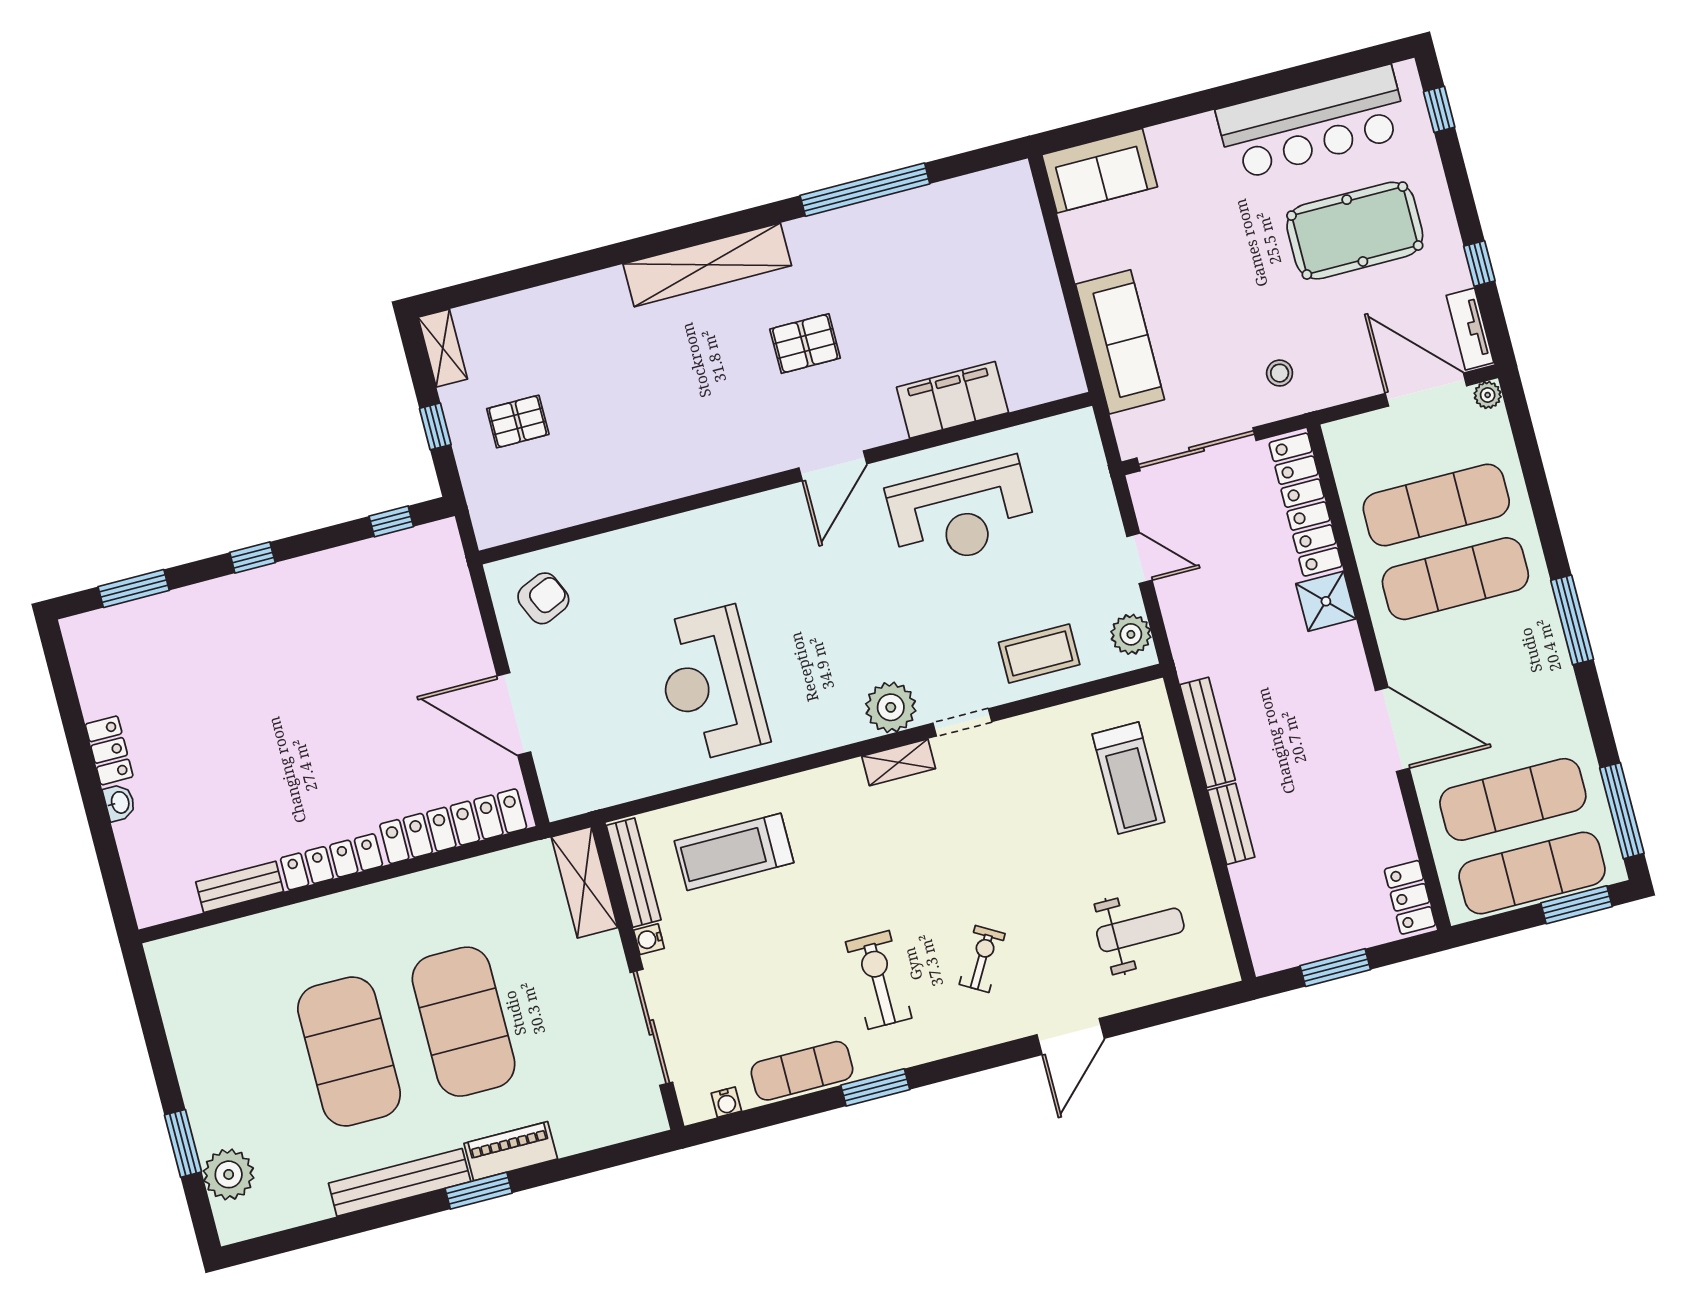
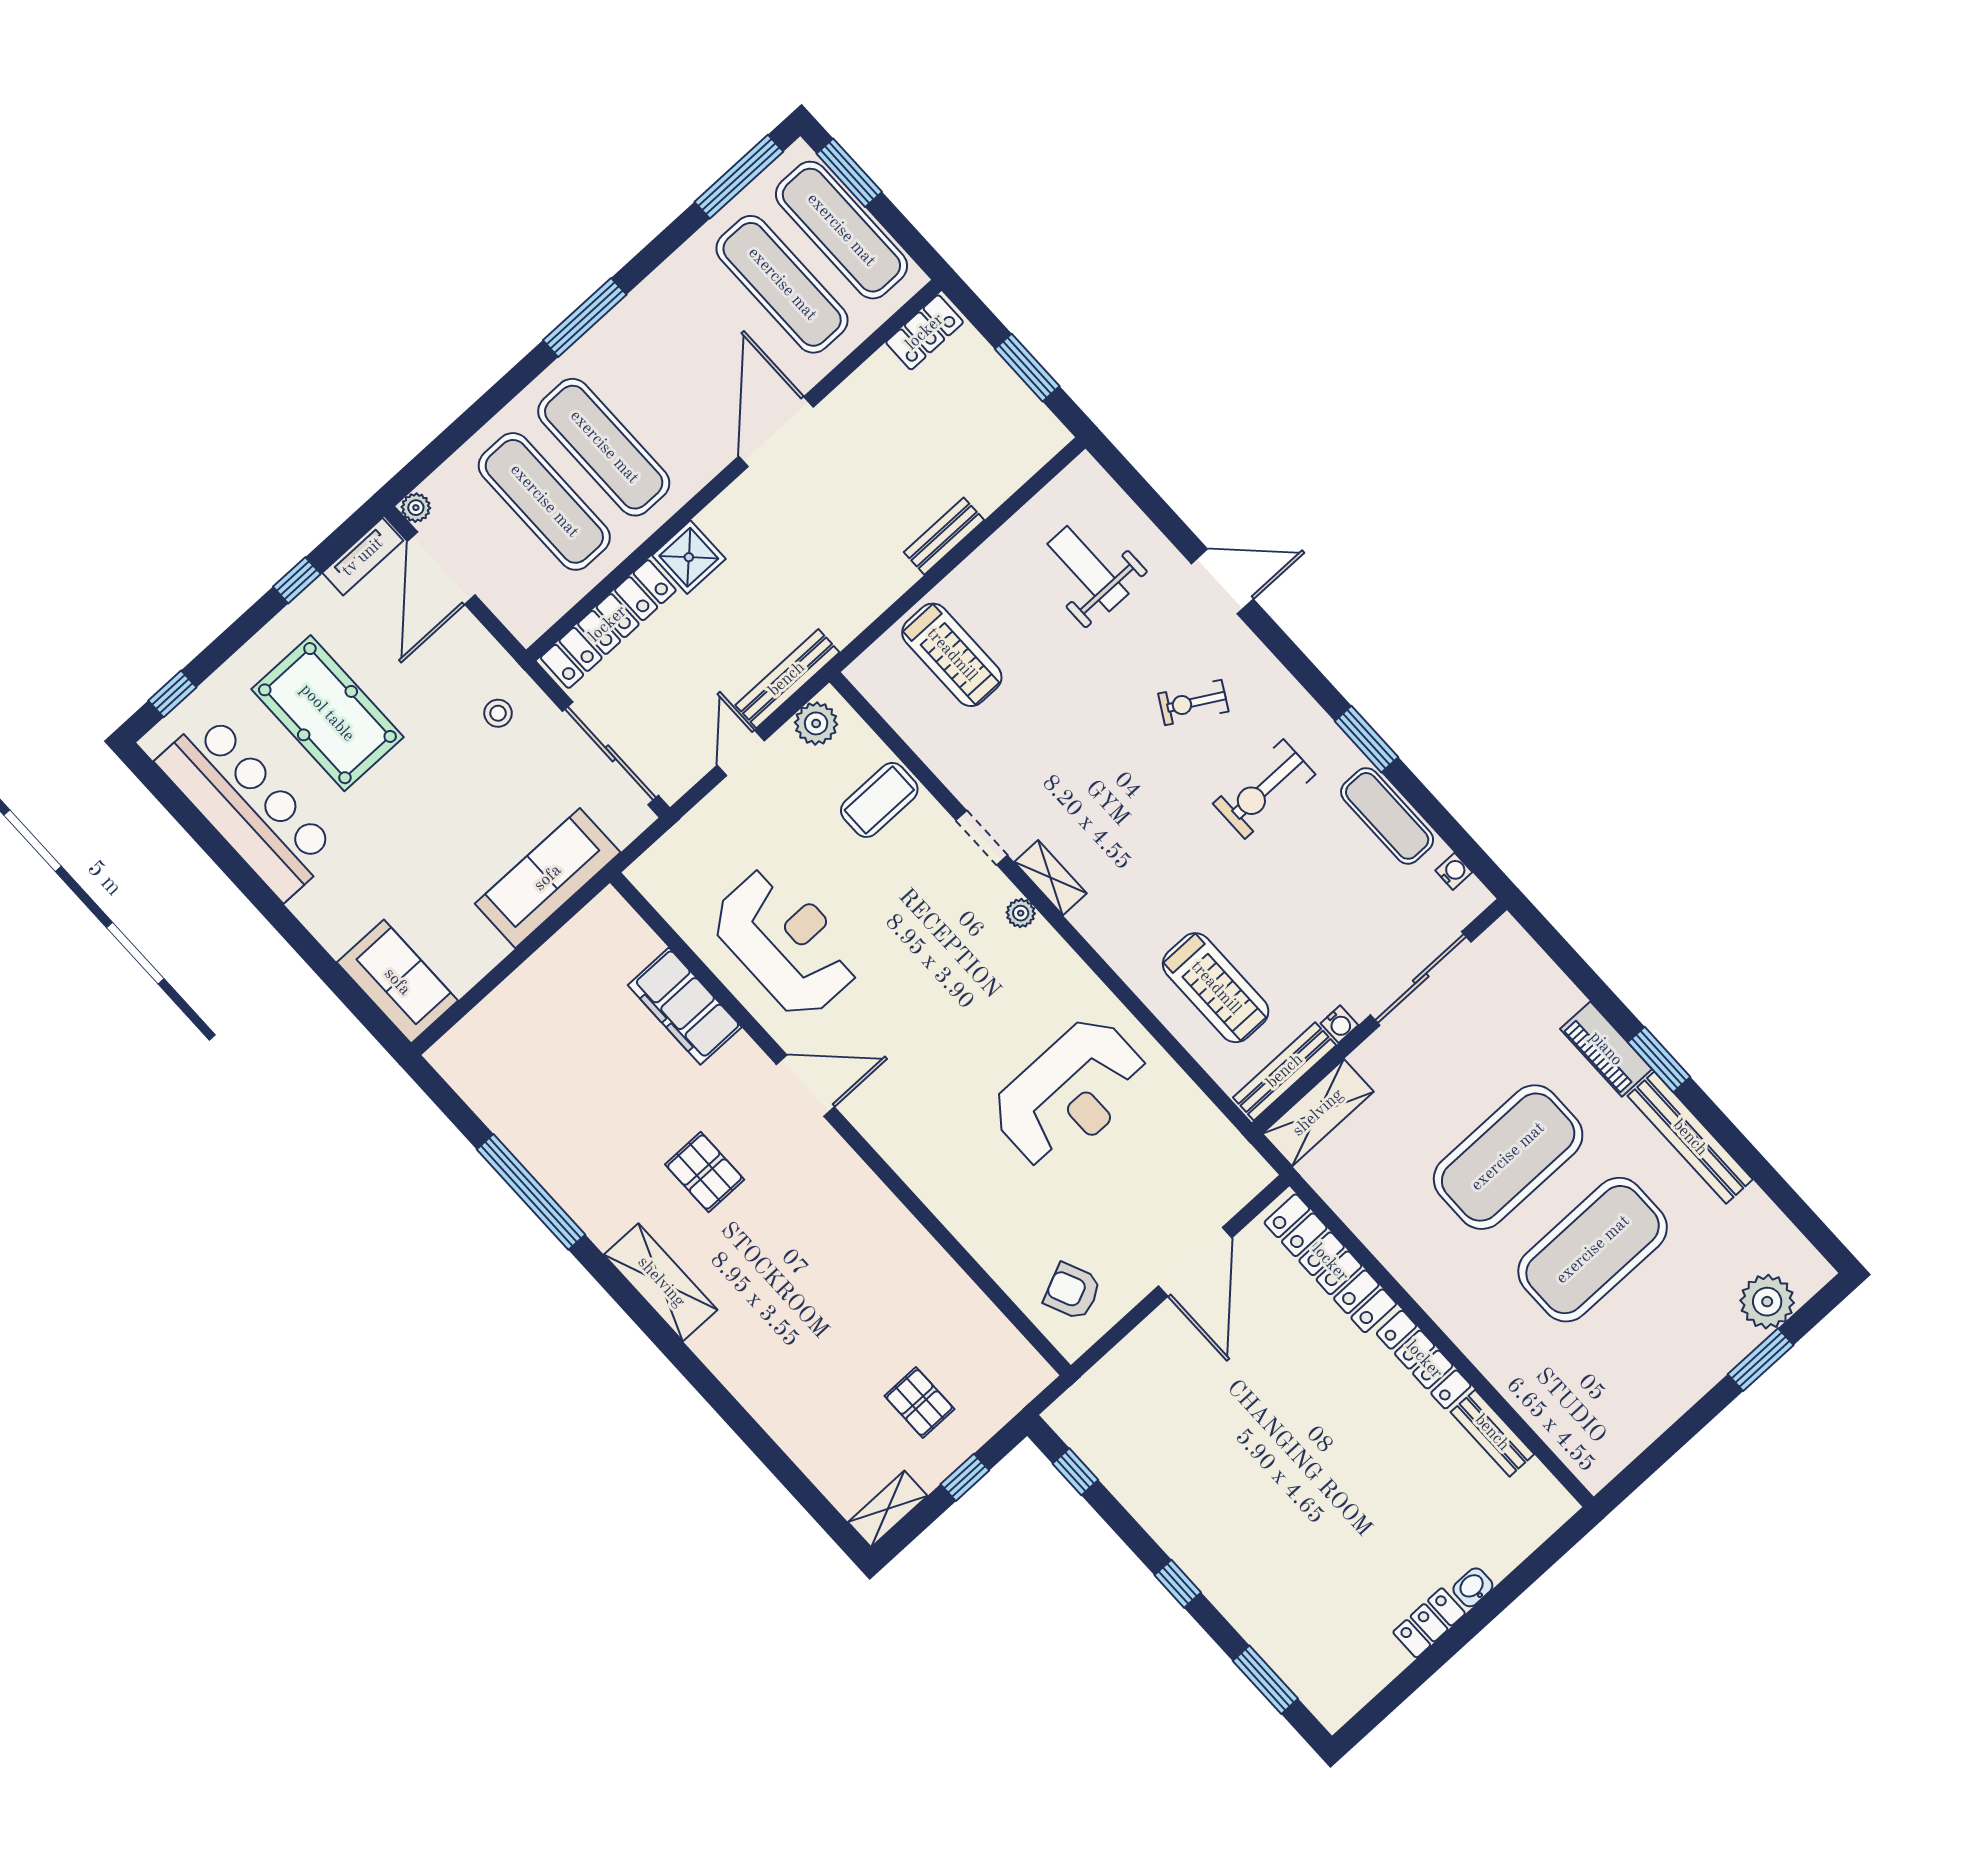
shelving: (707, 265) -> (661, 1282), width x0.68
coffee table: (1039, 653) -> (879, 800), turned 90
plant: (891, 707) -> (1021, 913), width x0.53, depth x0.53
bench: (1208, 732) -> (787, 679), moved
treadmill: (1128, 778) -> (952, 655), turned 90

